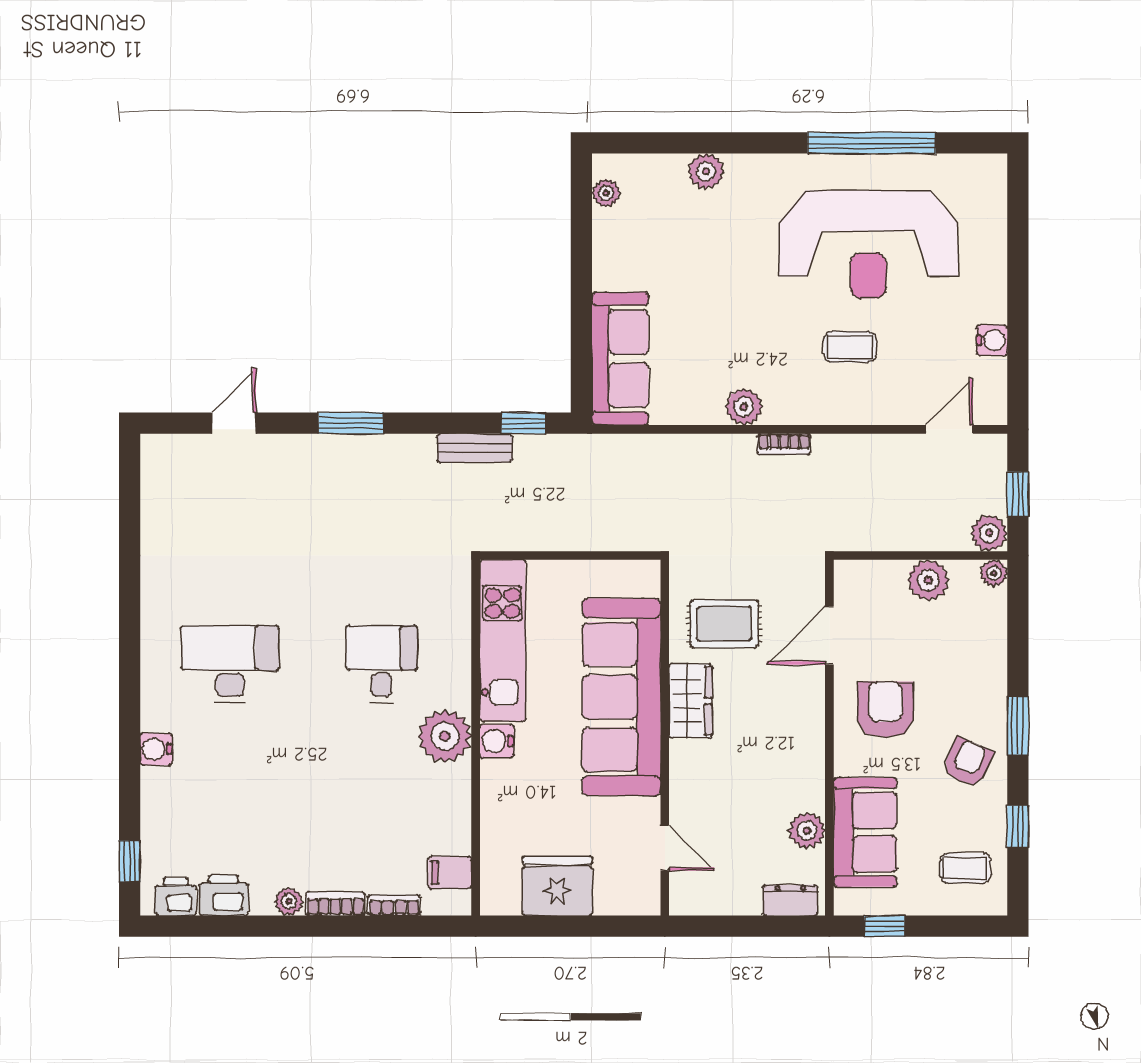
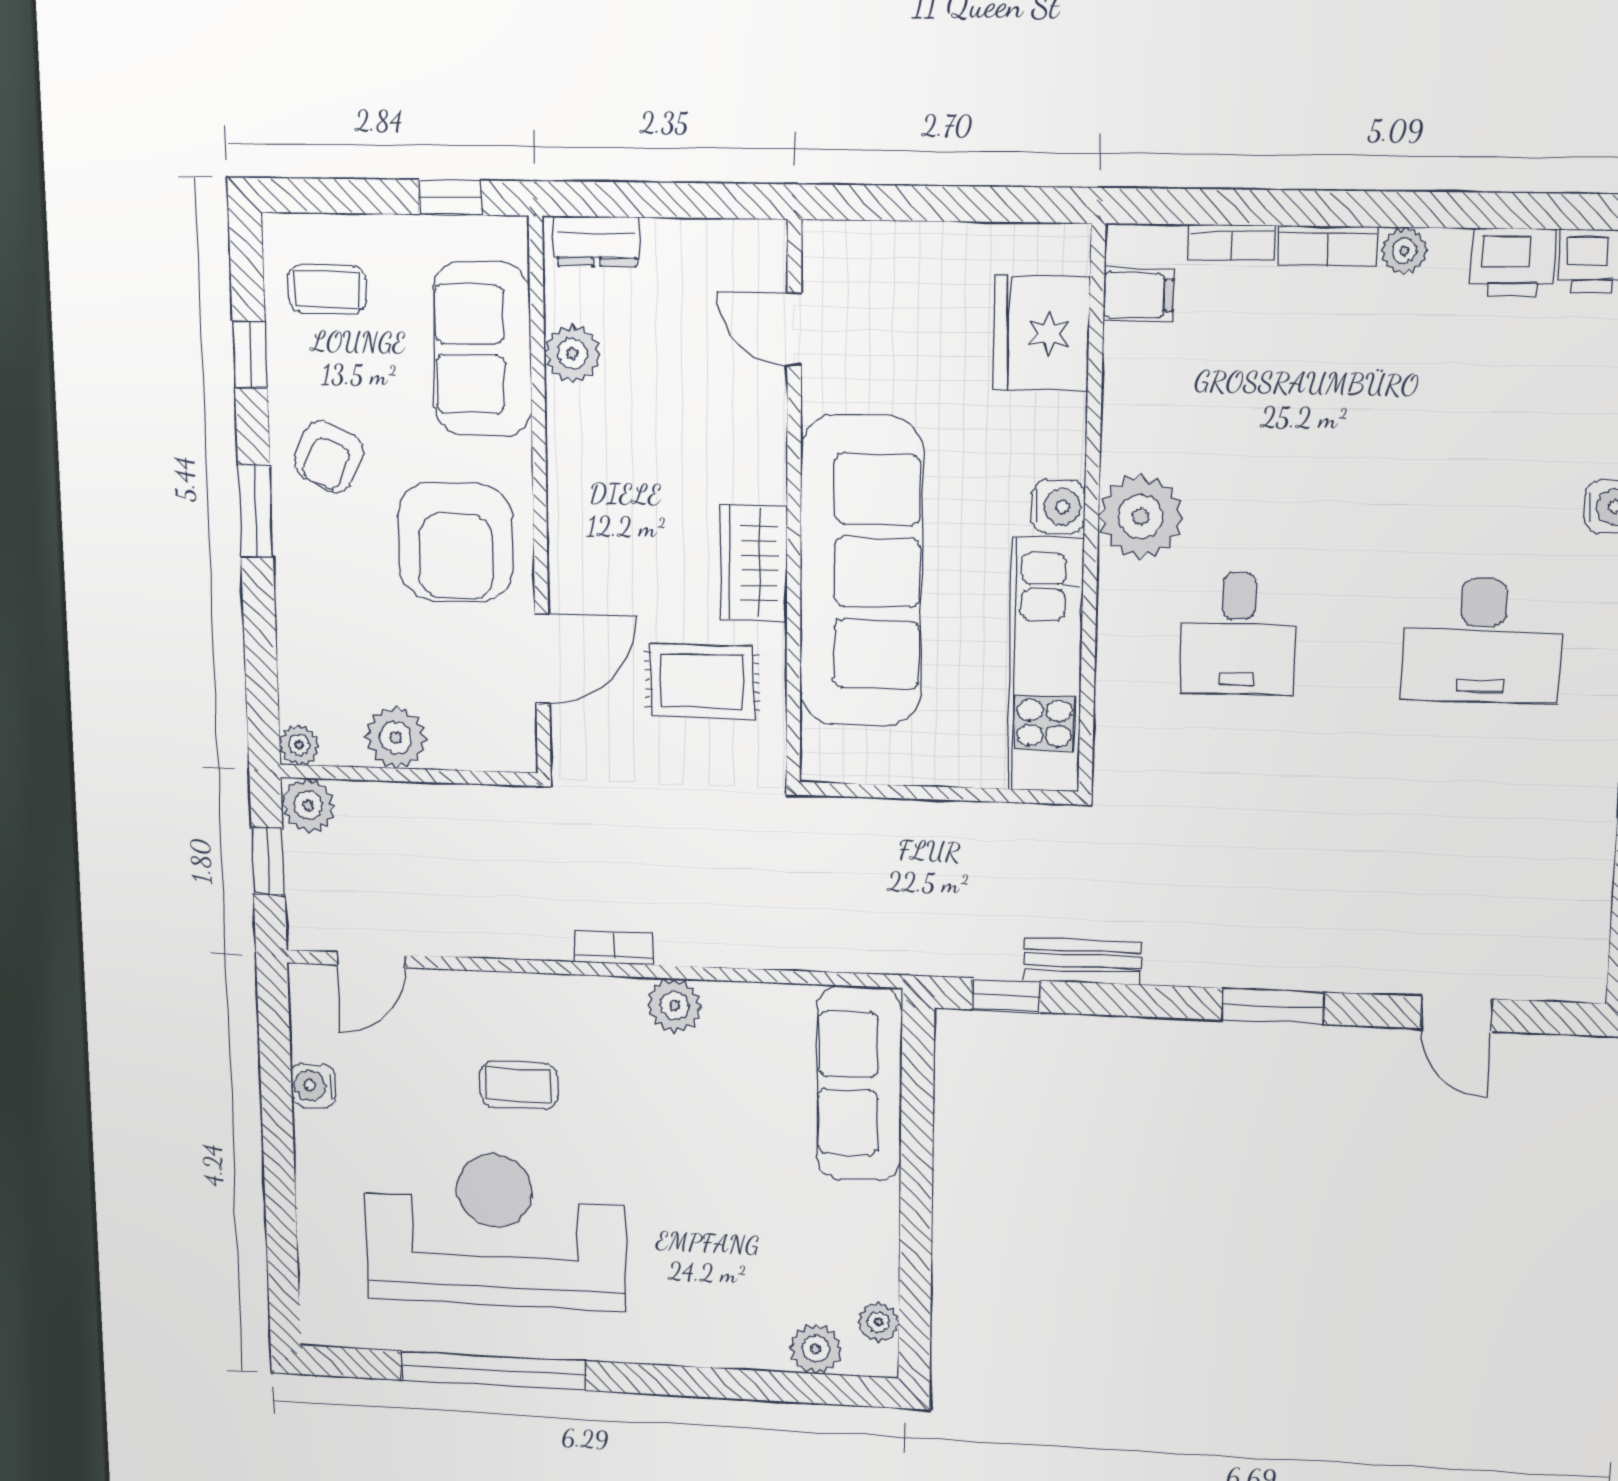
plant: (706, 171) -> (816, 1349), moved
door: (234, 423) -> (1457, 1014), hinge flipped
armchair: (885, 709) -> (455, 542), width x1.36, depth x1.36
fridge: (557, 886) -> (1041, 334), moved, turned 90

